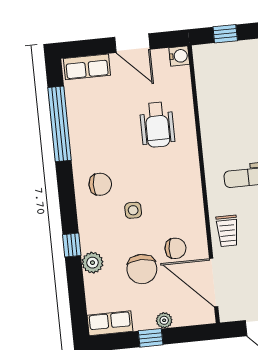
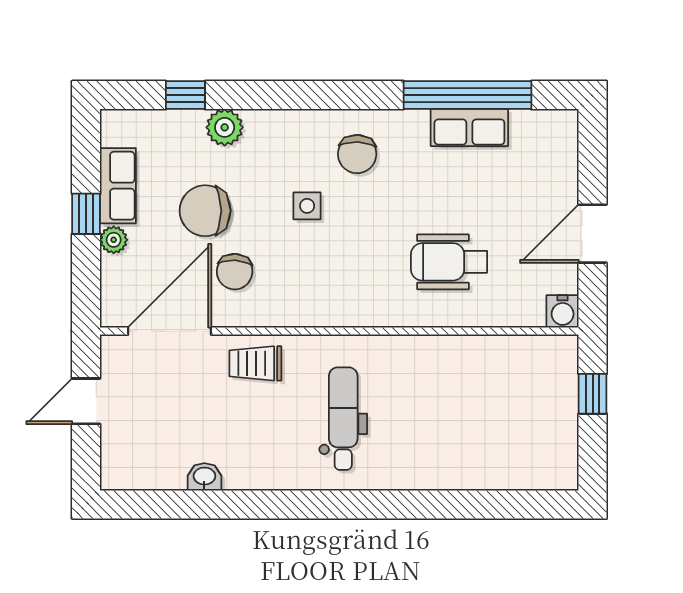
row of seats: (87, 67) -> (469, 128), moved, turned -90
window: (72, 245) -> (185, 95), moved
row of seats: (110, 323) -> (118, 186), moved

